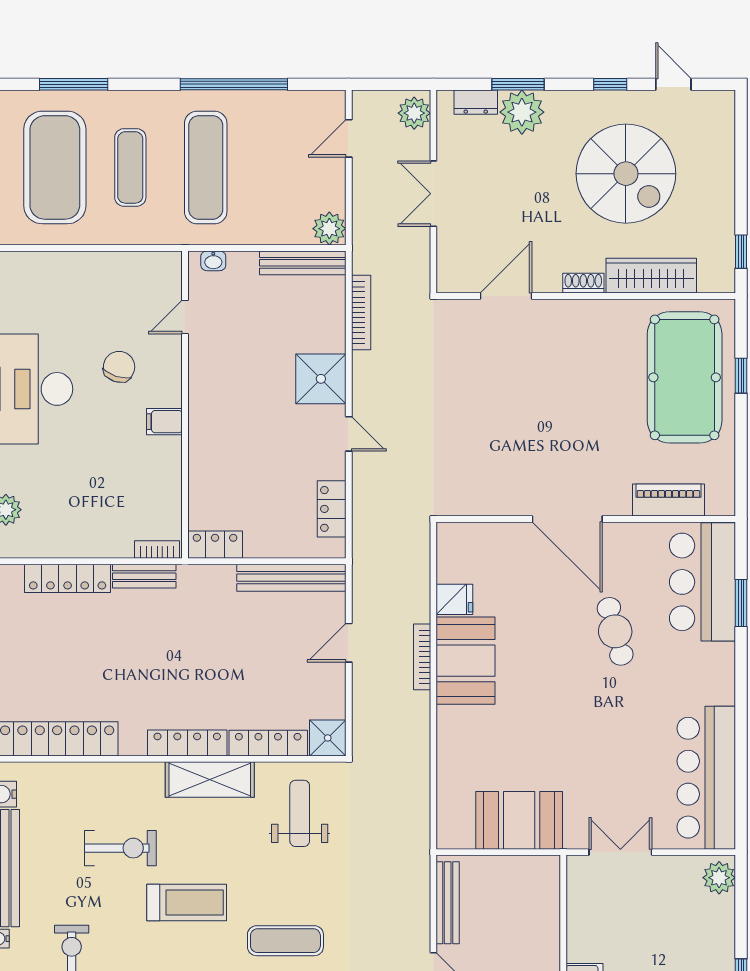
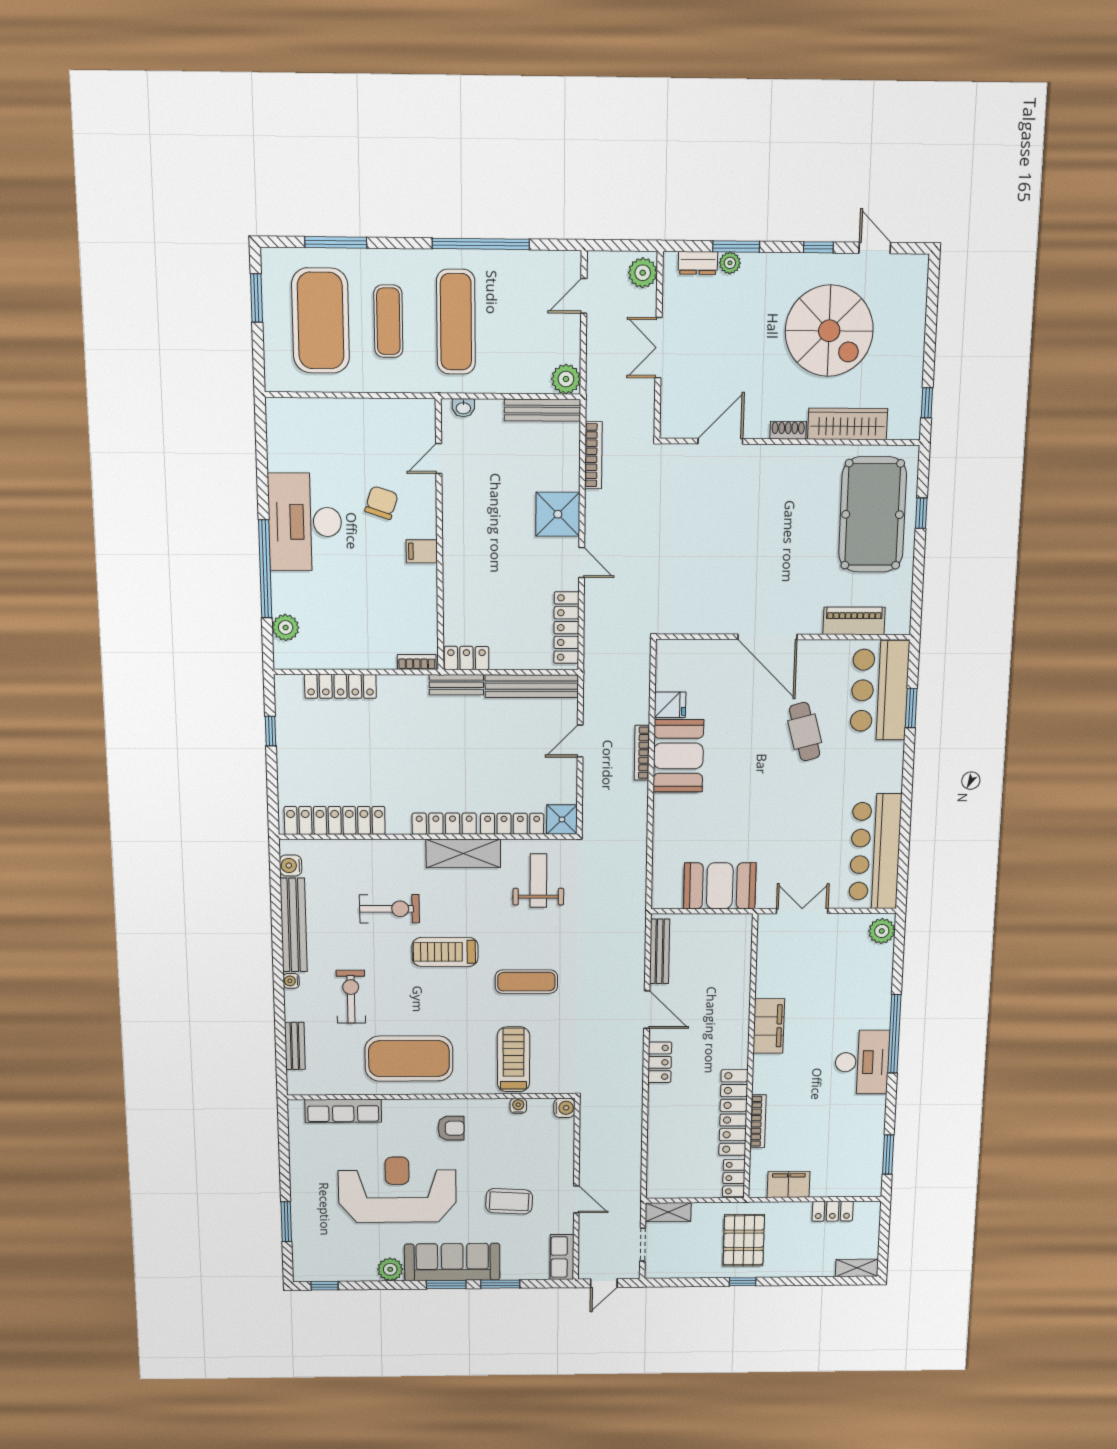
plant: (522, 112) -> (730, 263), width x0.53, depth x0.53
locker: (332, 509) -> (566, 628), width x1.53
bench: (144, 576) -> (456, 685), moved
treadmill: (187, 903) -> (445, 952), turned 180

